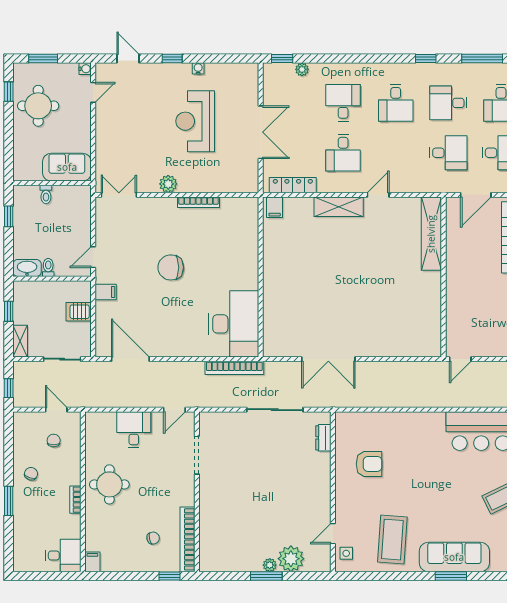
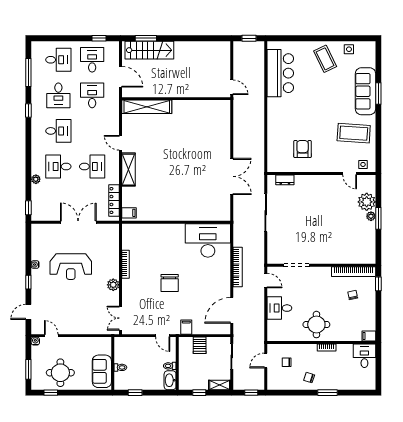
plant: (302, 69) -> (36, 179), moved
sofa: (67, 167) -> (102, 371), moved
bookcase: (234, 368) -> (238, 267), moved

